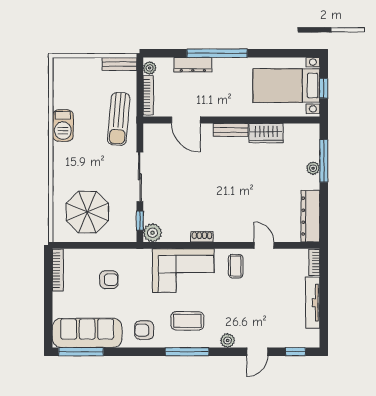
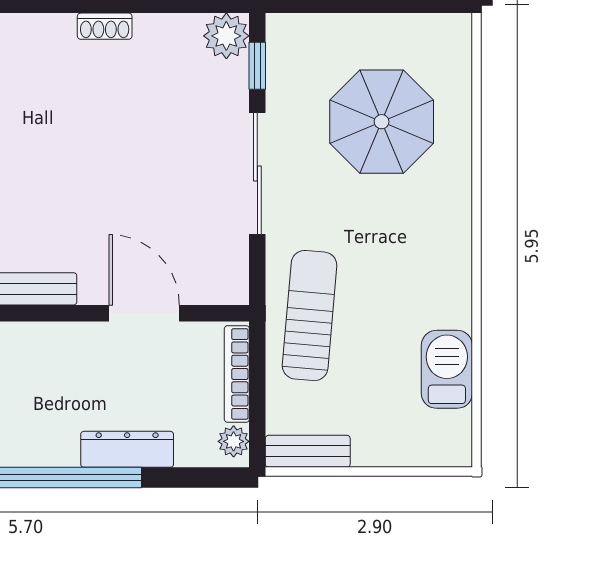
barbecue: (63, 125) -> (447, 369), moved
parasol: (87, 212) -> (382, 122), moved

